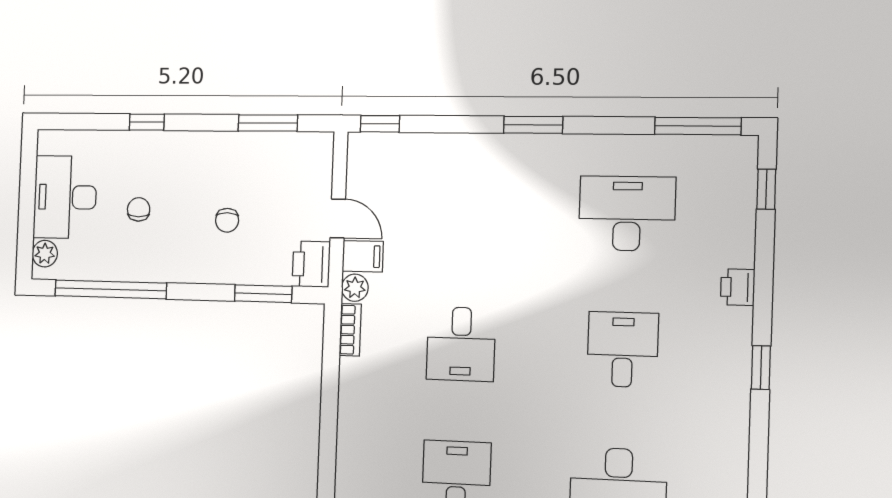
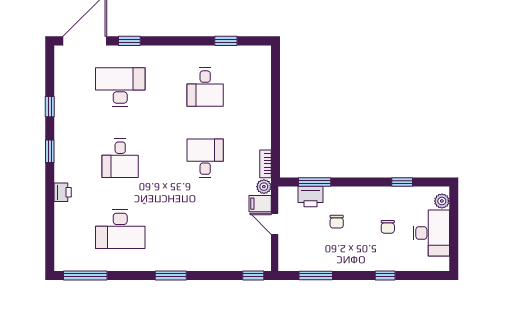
window: (766, 189) -> (50, 107), moved
chair: (227, 220) -> (337, 222), turned 180
printer: (311, 264) -> (310, 197), moved, turned 90
window: (111, 289) -> (402, 182), width x0.32

